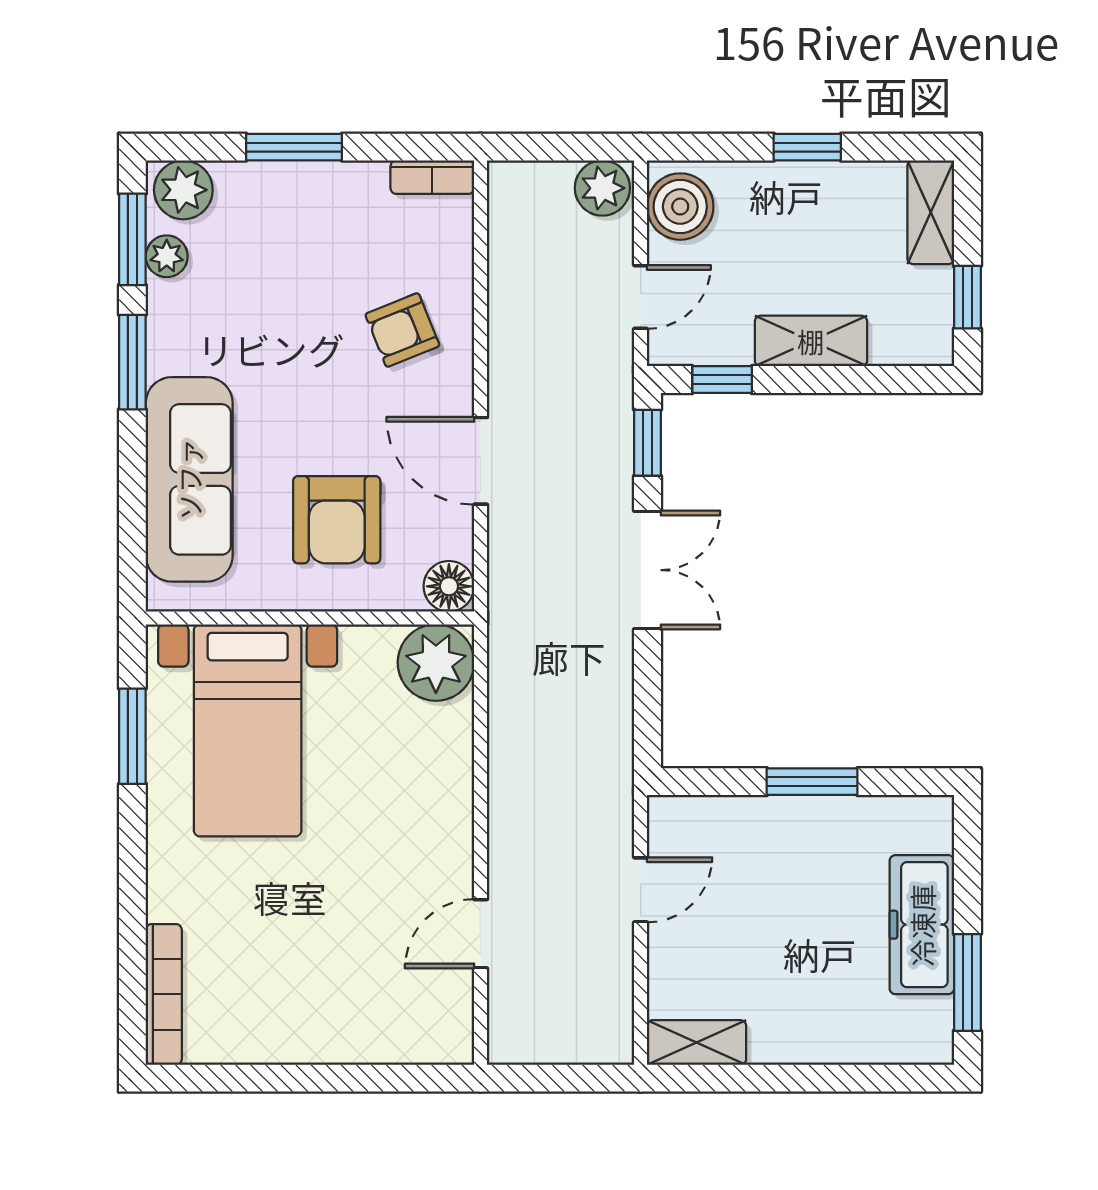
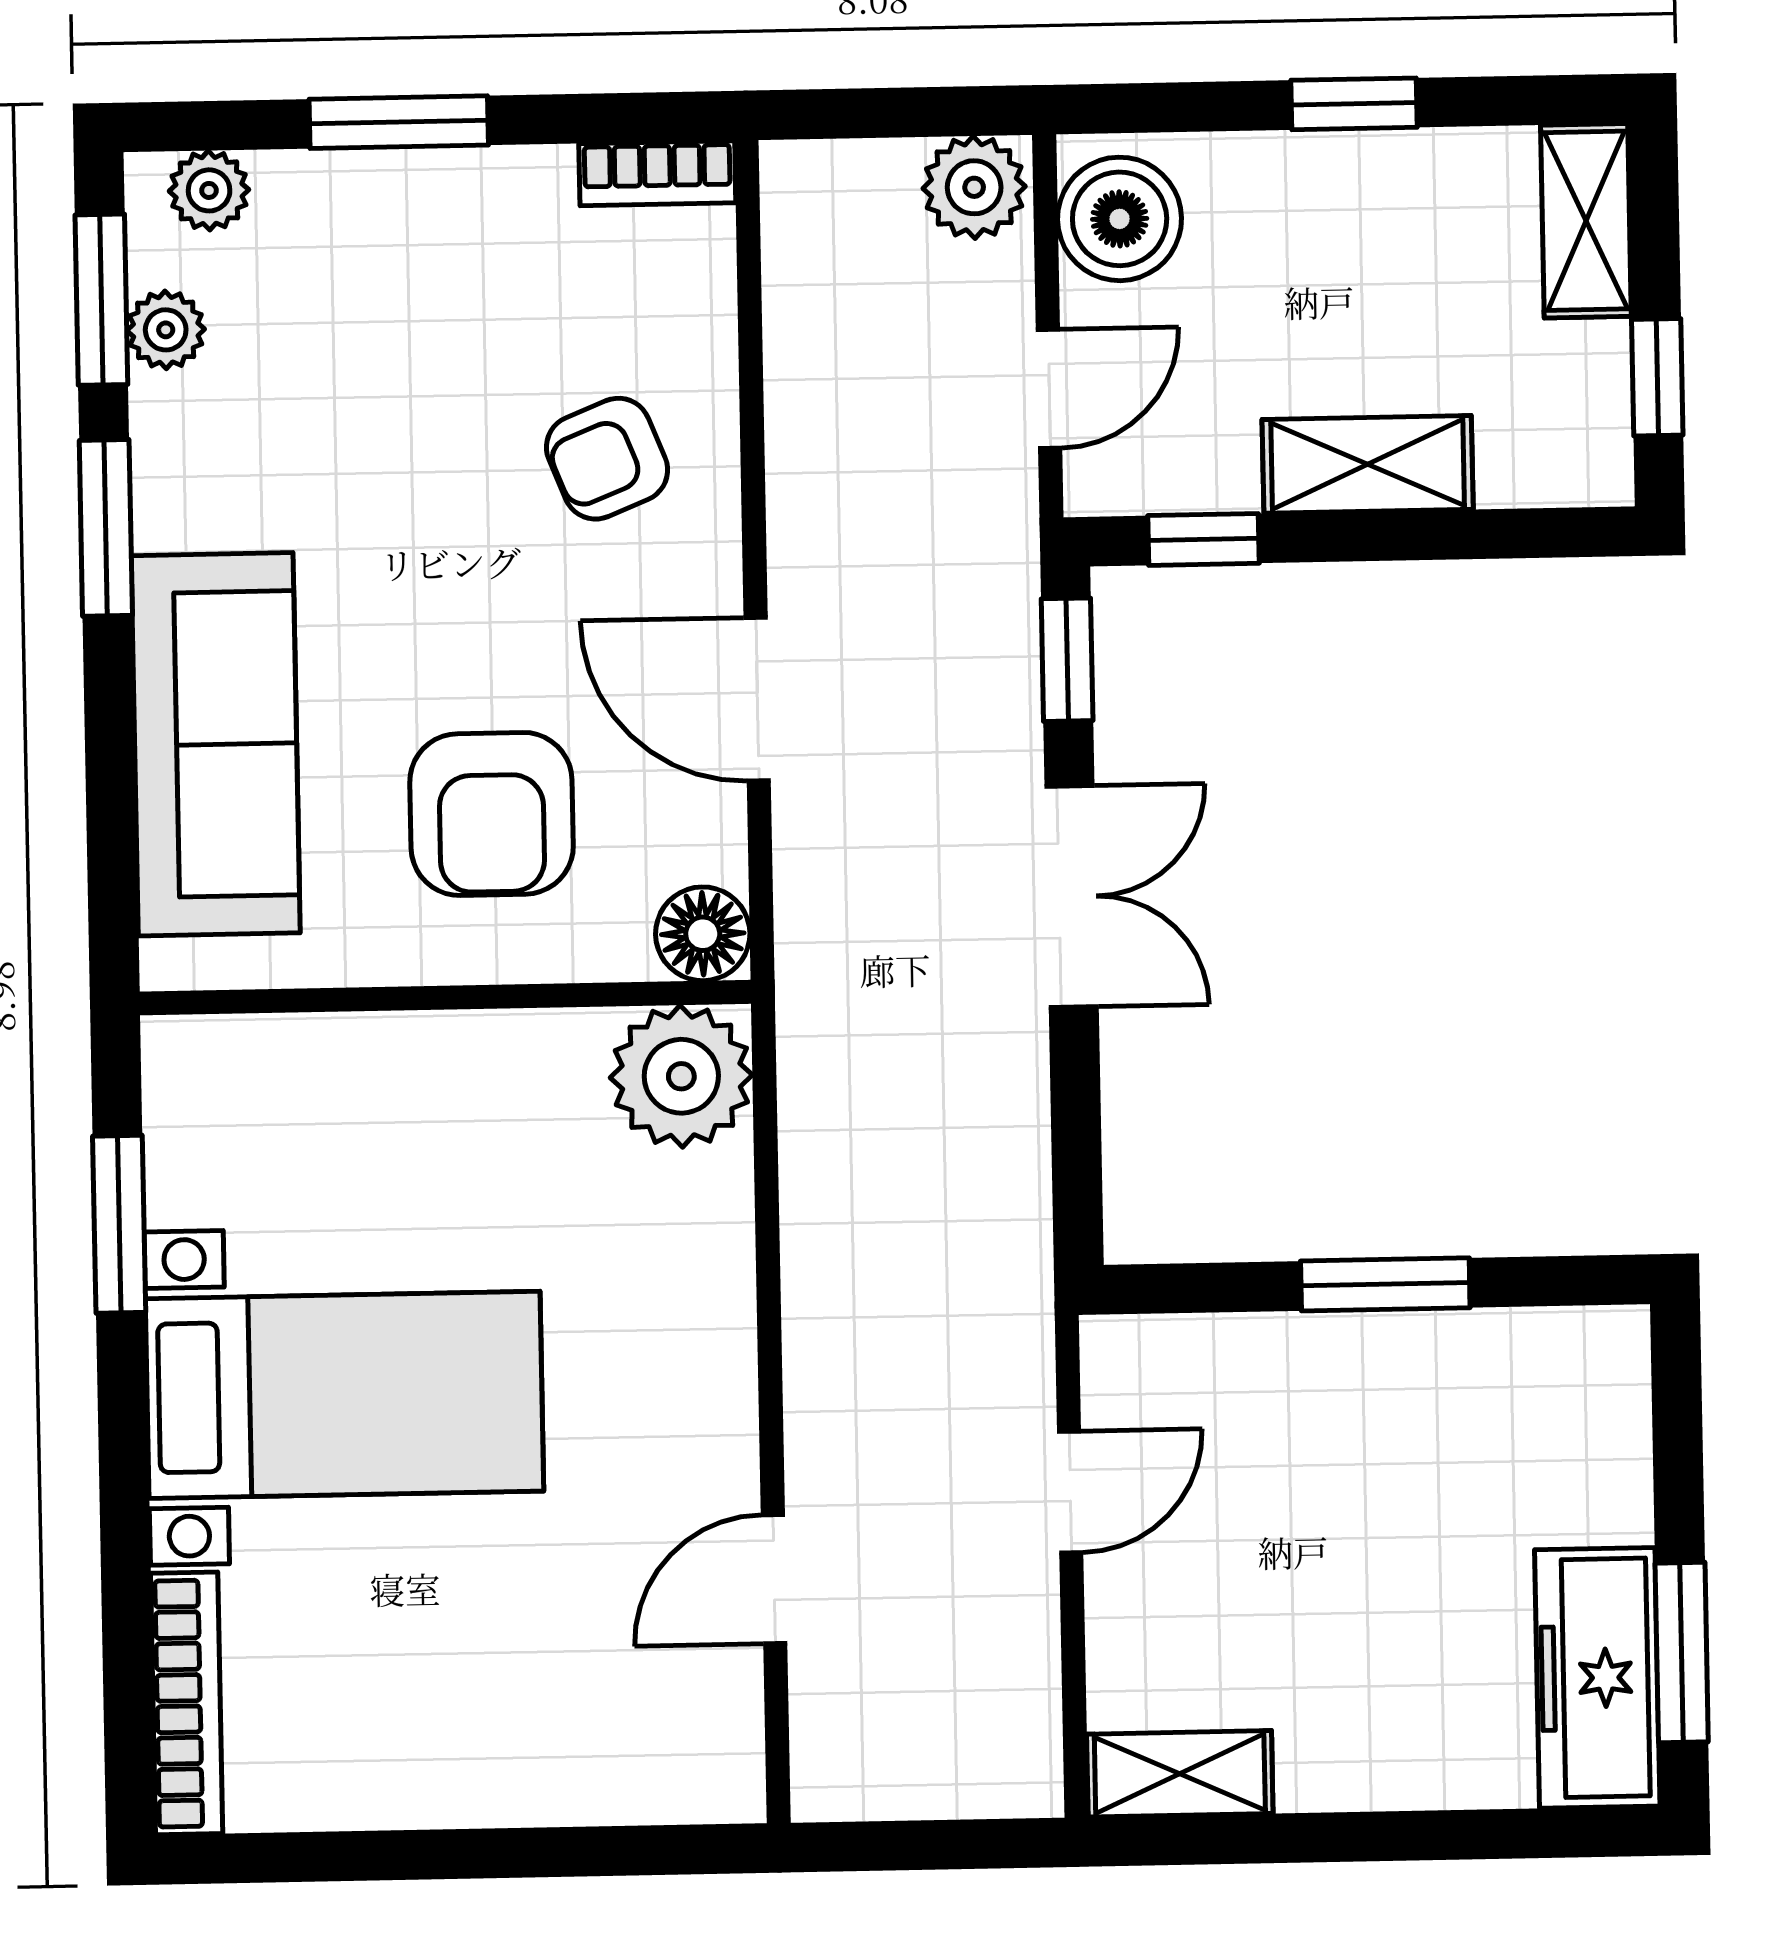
plant: (183, 190) -> (209, 190), width x0.73, depth x0.73
bed with nightstands: (248, 730) -> (345, 1395), moved, turned -90
freezer: (922, 925) -> (1597, 1678), moved

